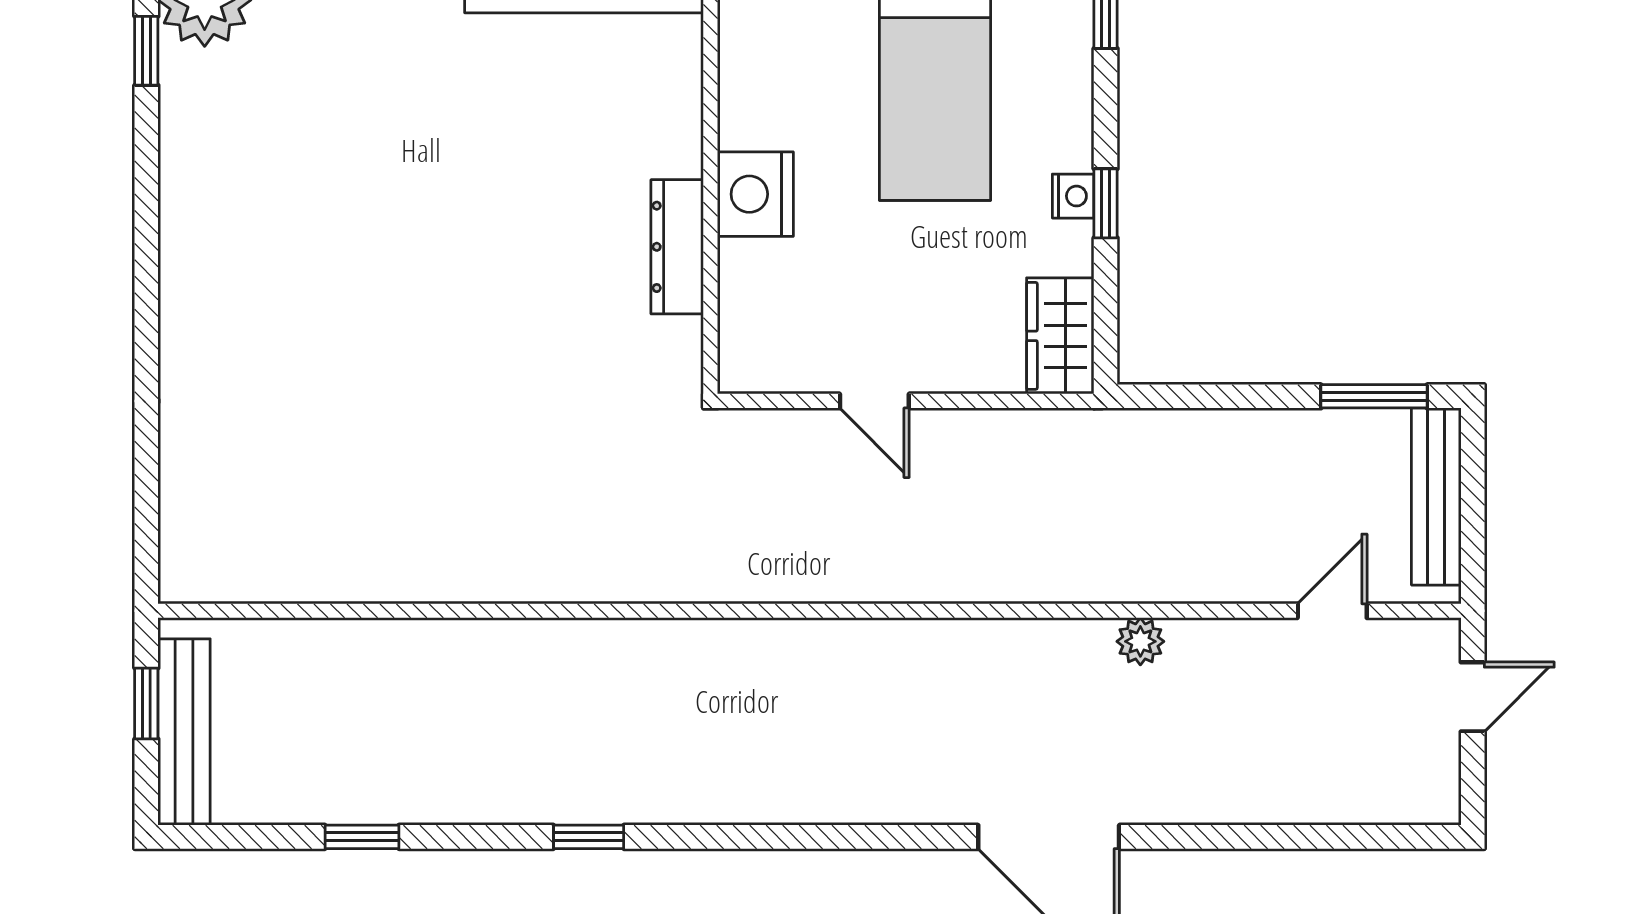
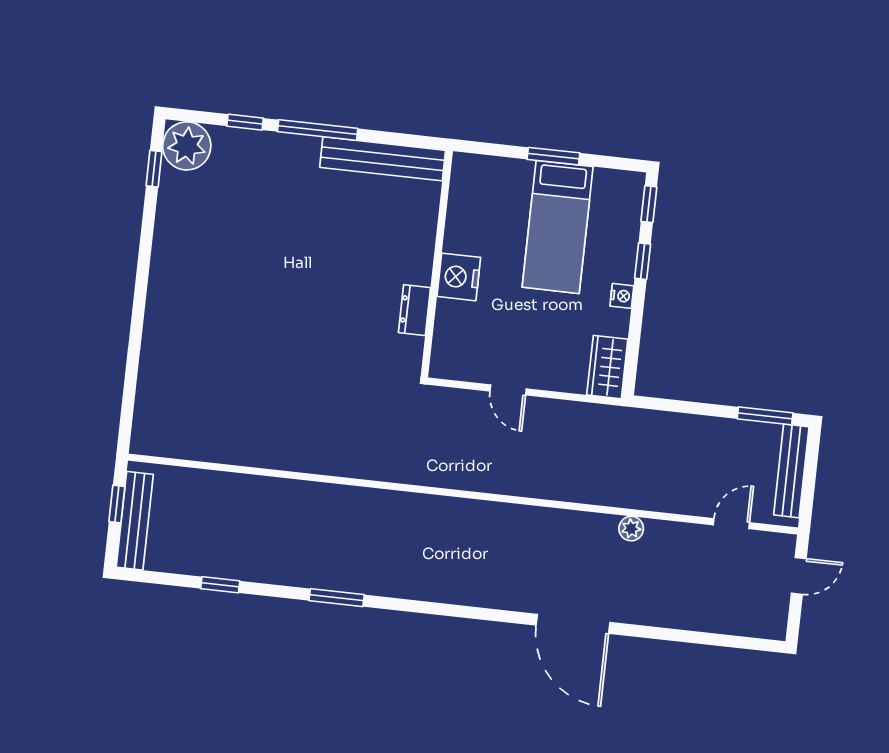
window: (1106, 203) -> (643, 261), moved
dresser: (677, 247) -> (414, 310), width x0.70
window: (589, 837) -> (337, 598), width x1.50

